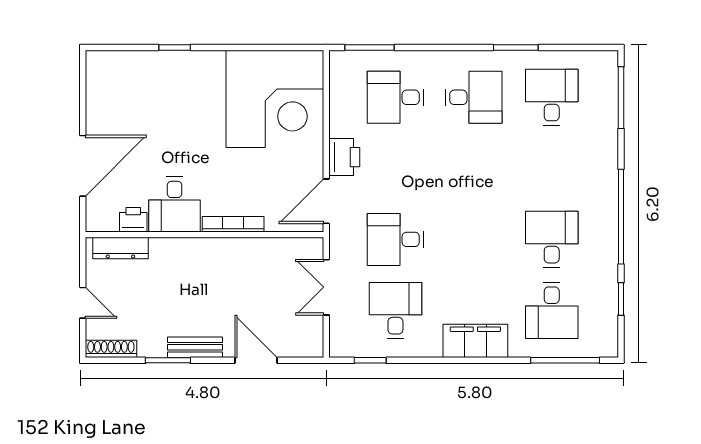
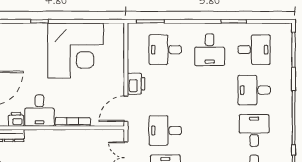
desk: (474, 97) -> (210, 50), turned 90
desk: (552, 97) -> (254, 50), turned 90
corner desk: (275, 99) -> (76, 51), moved
desk: (552, 168) -> (254, 90), added

